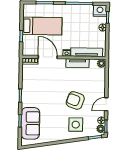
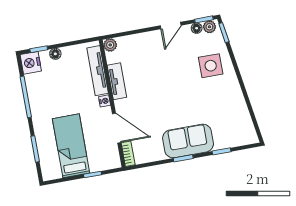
door: (48, 57) -> (117, 128), swing flipped
armchair: (75, 100) -> (174, 74), removed
door: (106, 104) -> (171, 25), hinge flipped
sofa: (30, 123) -> (188, 141), moved

